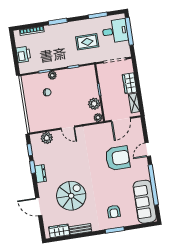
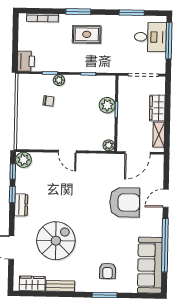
rug: (87, 42) -> (87, 34), moved
printer: (23, 54) -> (26, 61), moved
plant: (94, 104) -> (107, 105), moved
plant: (47, 138) -> (23, 160), moved

